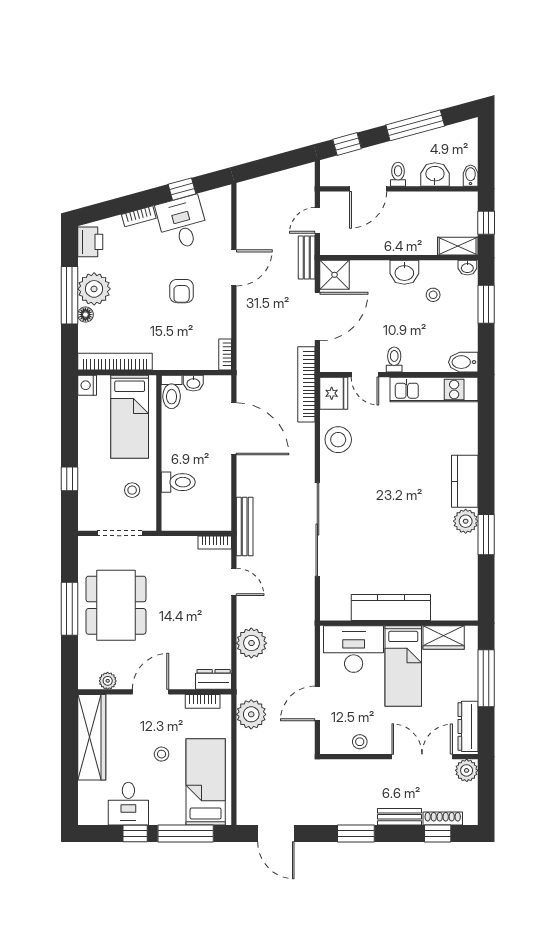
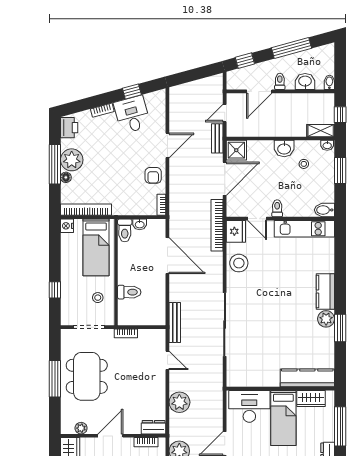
armchair: (182, 291) -> (153, 175), moved
bookcase: (215, 542) -> (126, 333), moved
kitchen counter: (391, 607) -> (307, 378), moved

